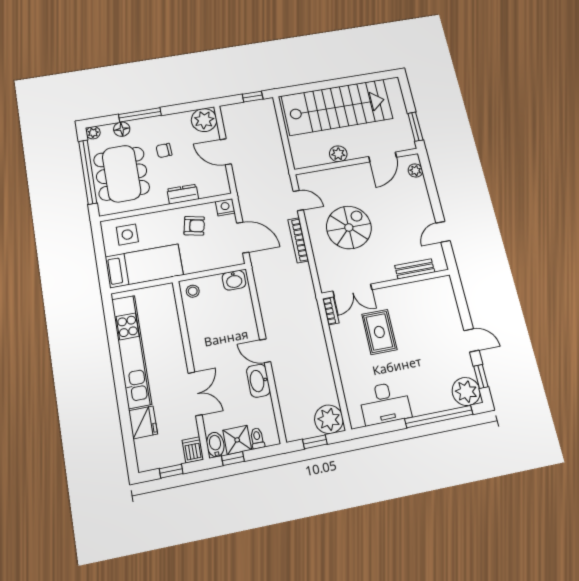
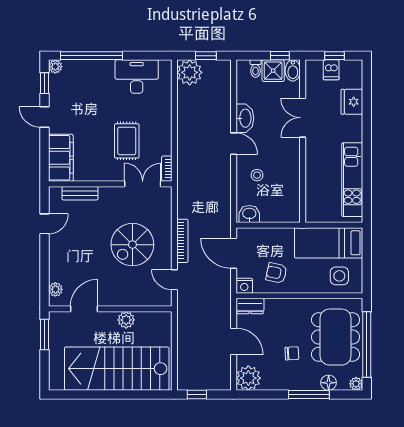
dresser: (183, 194) -> (250, 306), moved
stool: (193, 291) -> (257, 175), moved
filing cabinet: (444, 301) -> (61, 158), added
kitchen unit: (131, 351) -> (352, 180), width x0.73
plant: (466, 392) -> (55, 67), width x0.53, depth x0.53
dishwasher: (193, 450) -> (331, 70), moved

